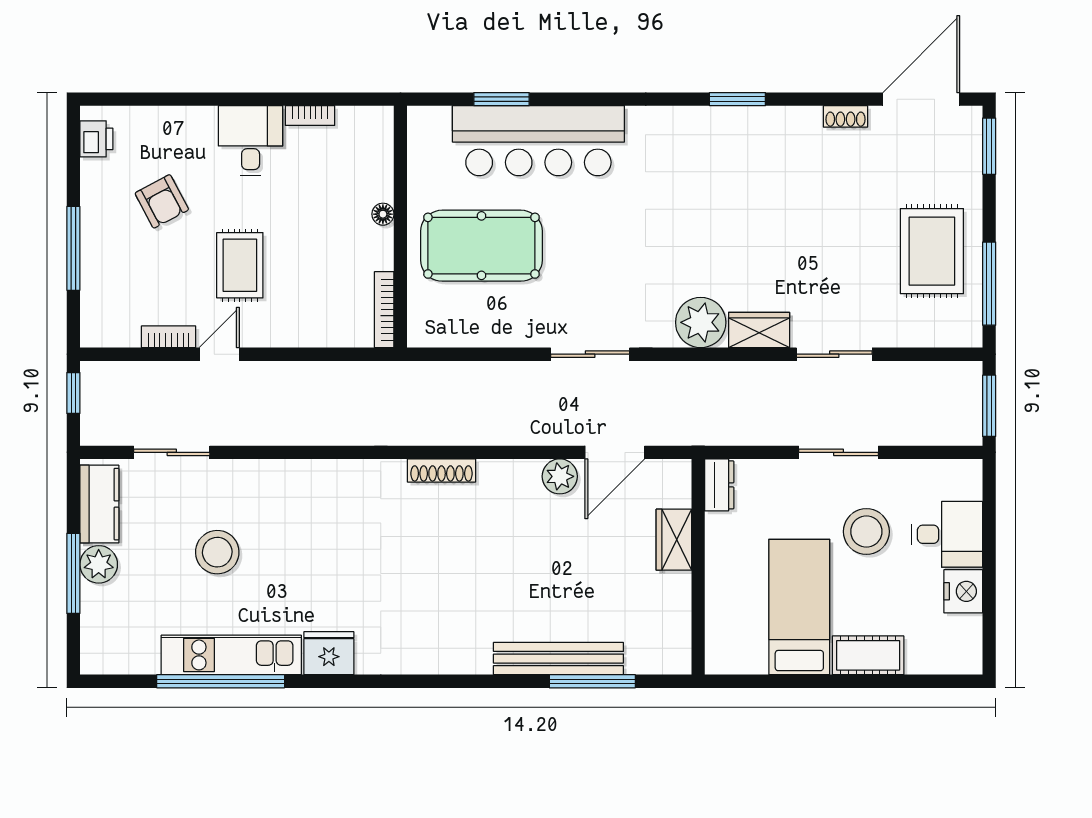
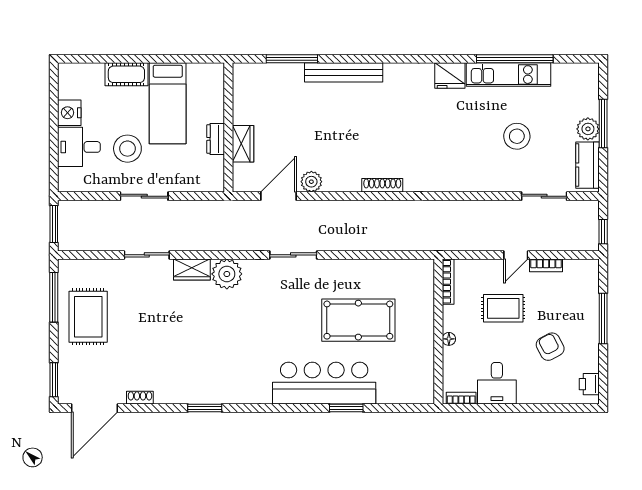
floor lamp: (383, 214) -> (449, 339), moved
wall: (400, 227) -> (438, 331), moved
rug: (240, 265) -> (503, 308), turned 90
bookcase: (384, 310) -> (448, 282), moved
dresser: (719, 485) -> (216, 139), moved
bench: (558, 659) -> (344, 72), moved

